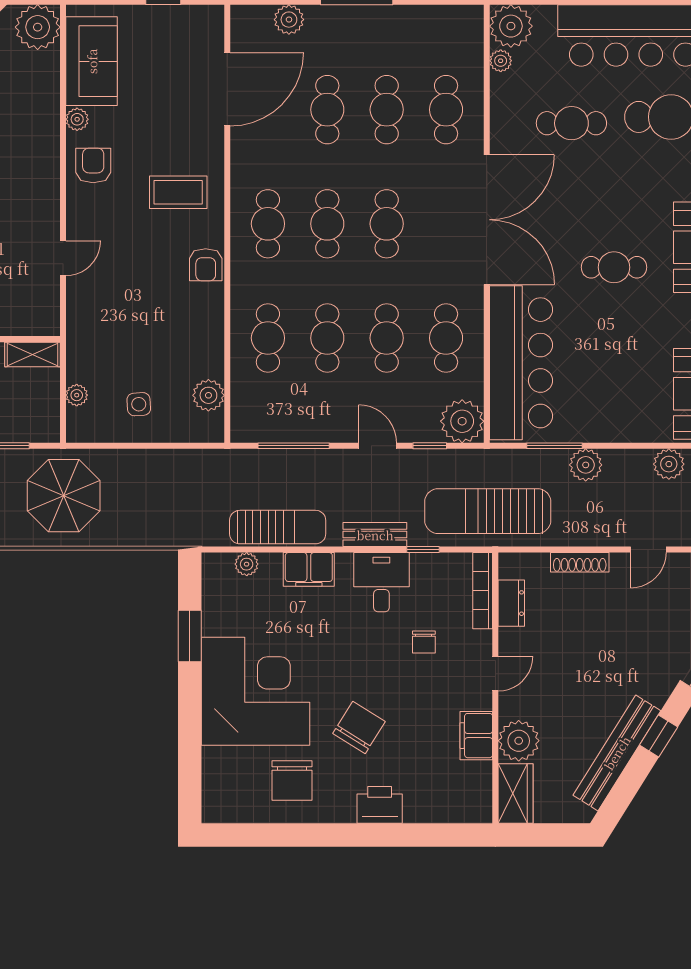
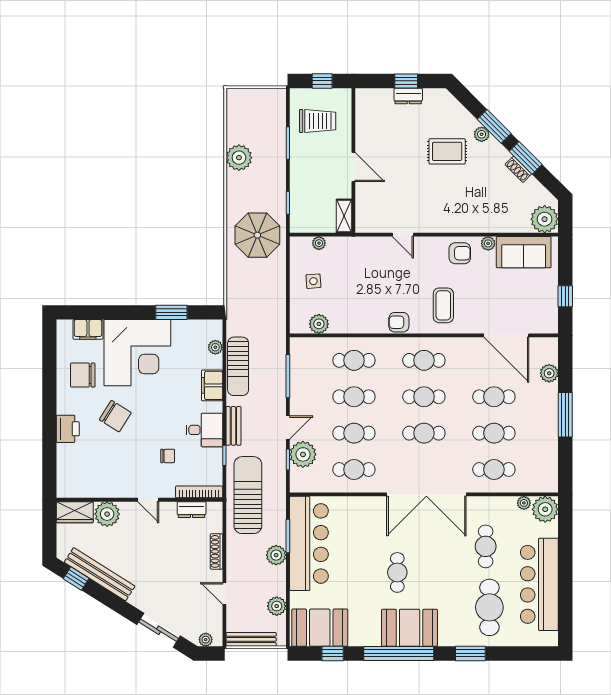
bar counter: (521, 363) -> (309, 543), moved, turned -90
plant: (462, 421) -> (303, 454), moved
chair: (424, 642) -> (168, 456), turned 180
filing cabinet: (476, 736) -> (88, 329), moved, turned 180
window: (659, 736) -> (76, 579), moved

